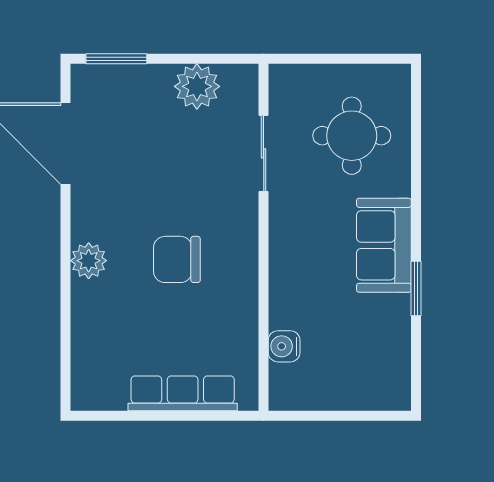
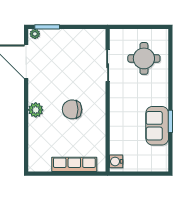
plant: (197, 86) -> (35, 34), moved, width x0.53, depth x0.53
sofa: (384, 245) -> (157, 126), moved
water cooler: (284, 346) -> (116, 161), moved

